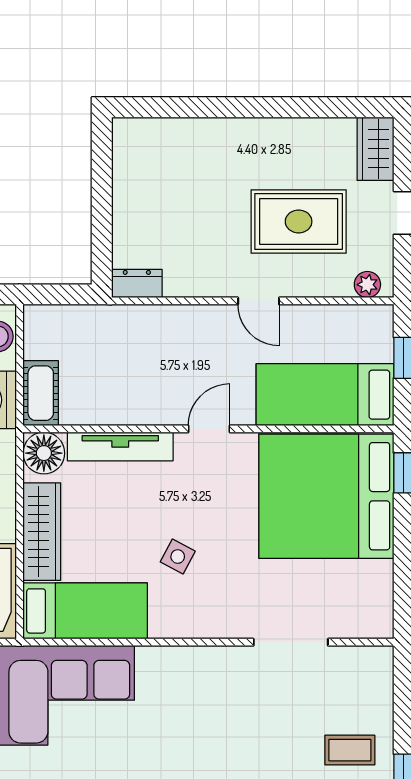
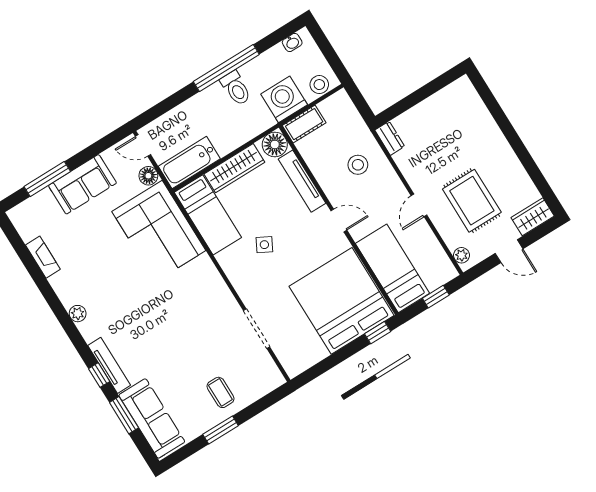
stool: (146, 352) -> (358, 165), added

